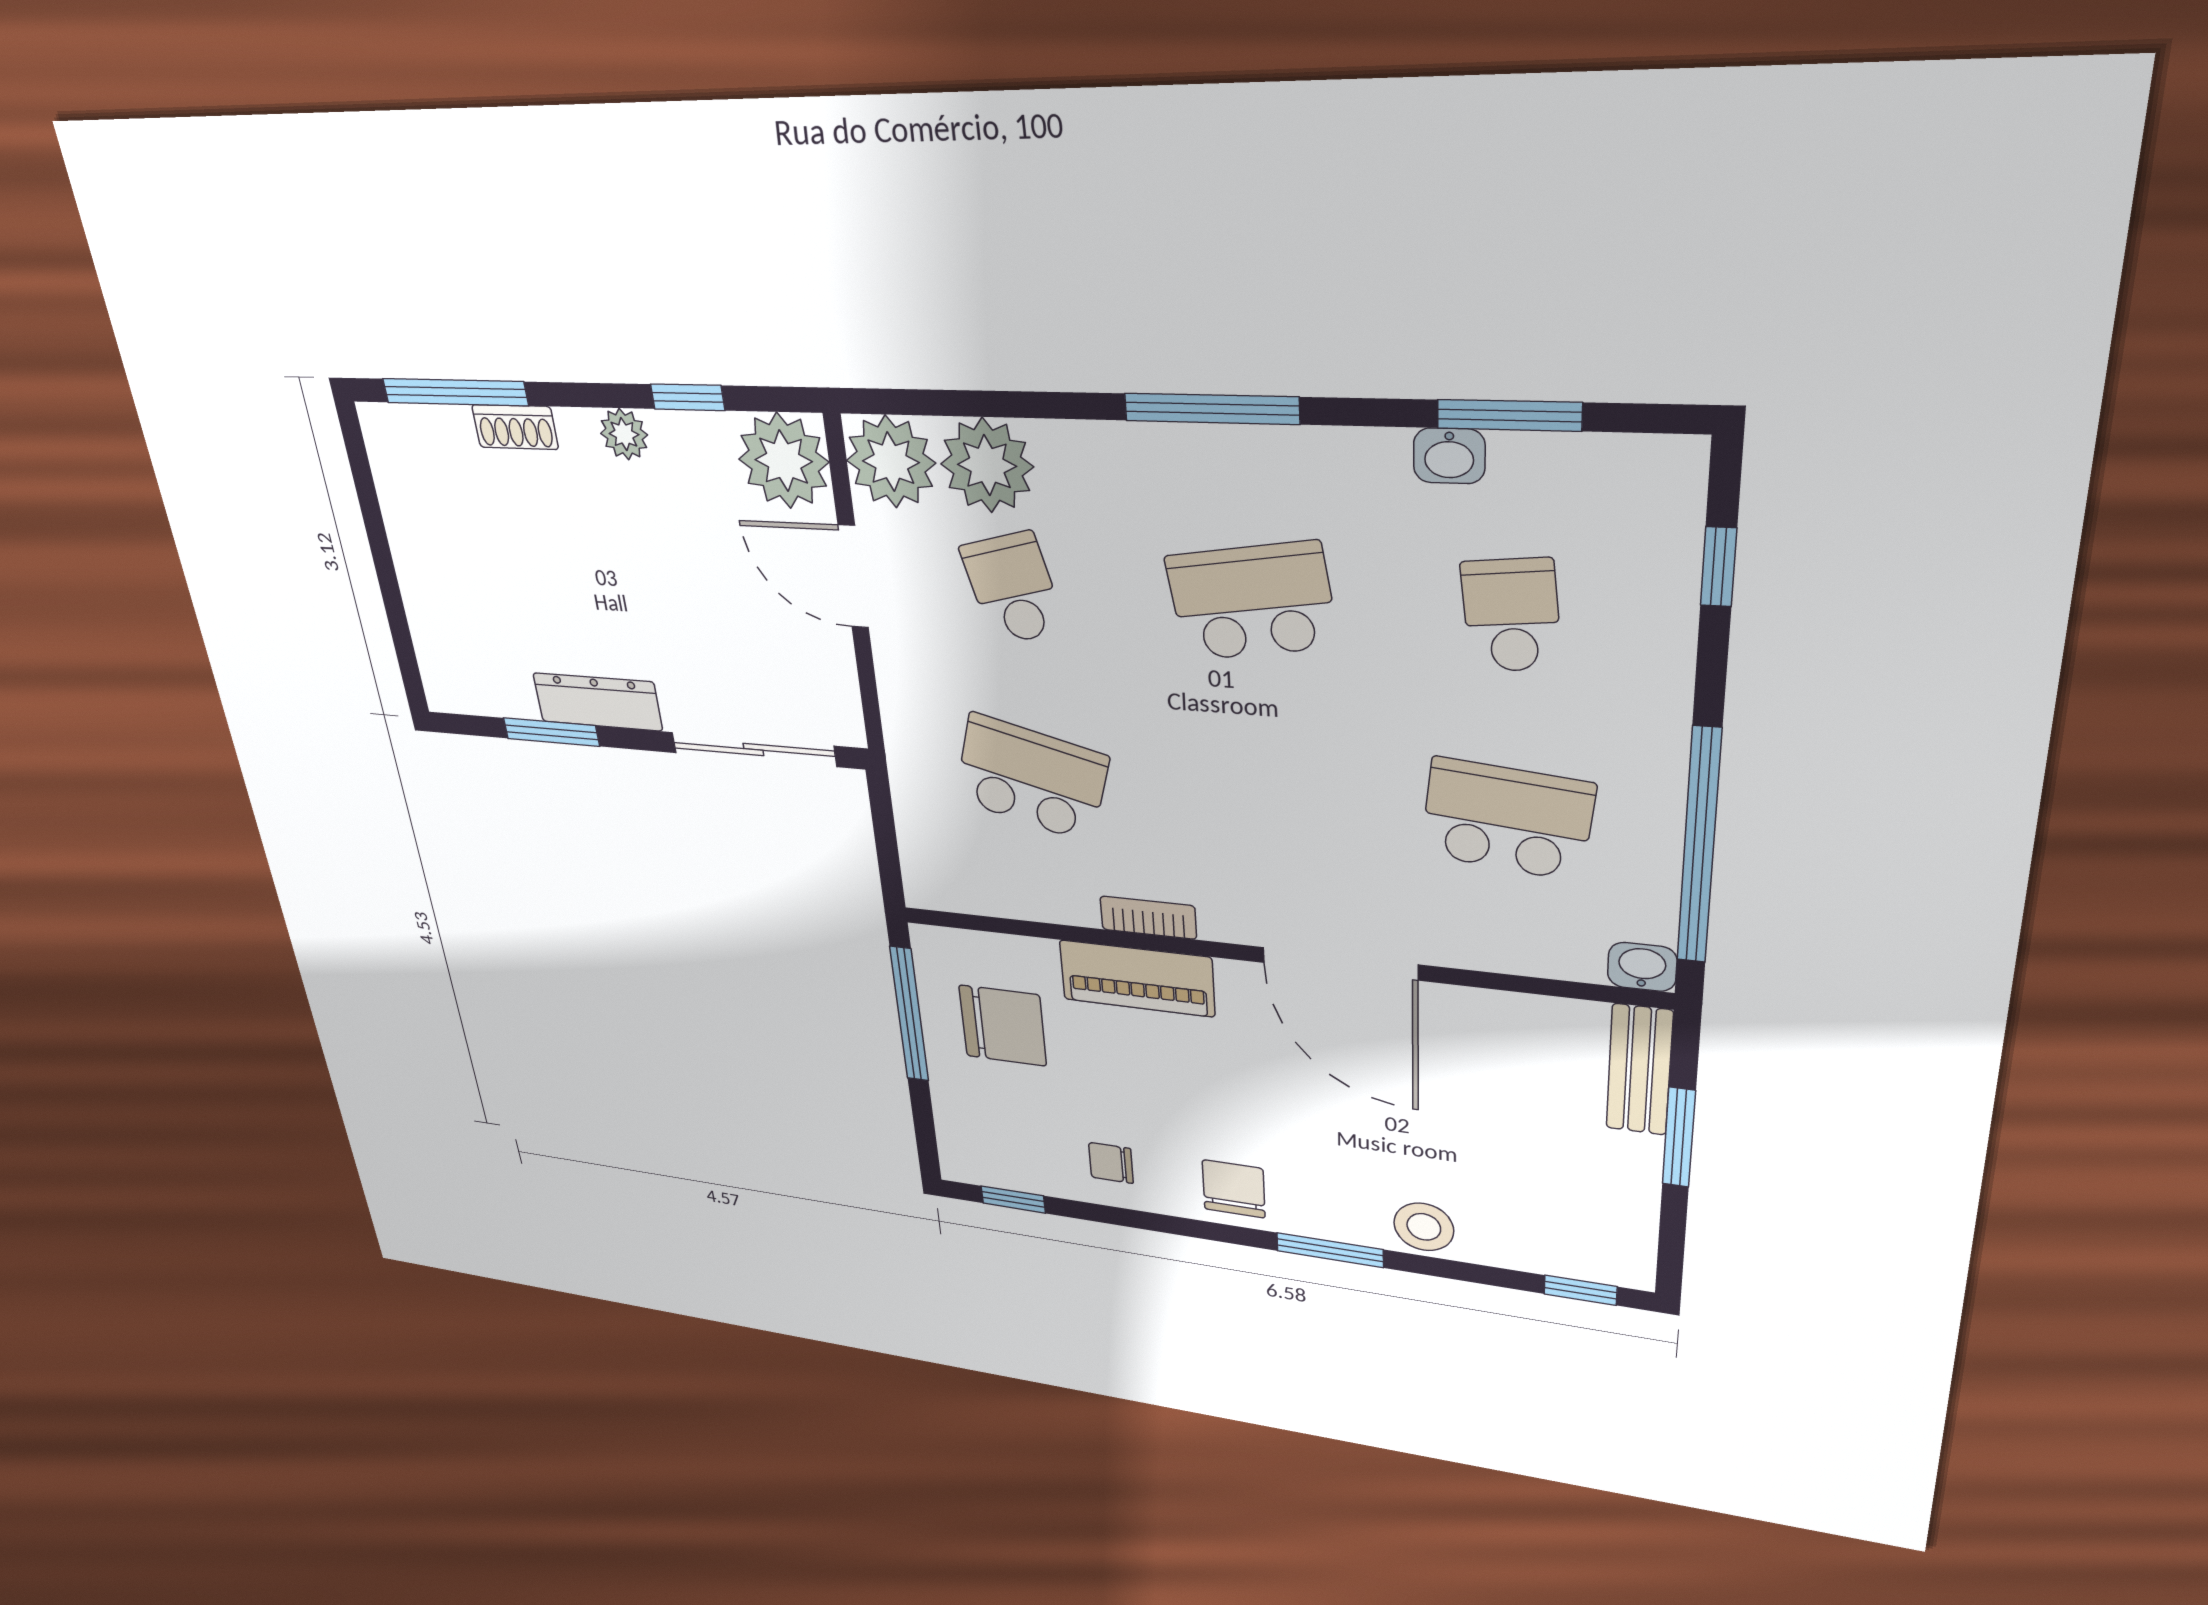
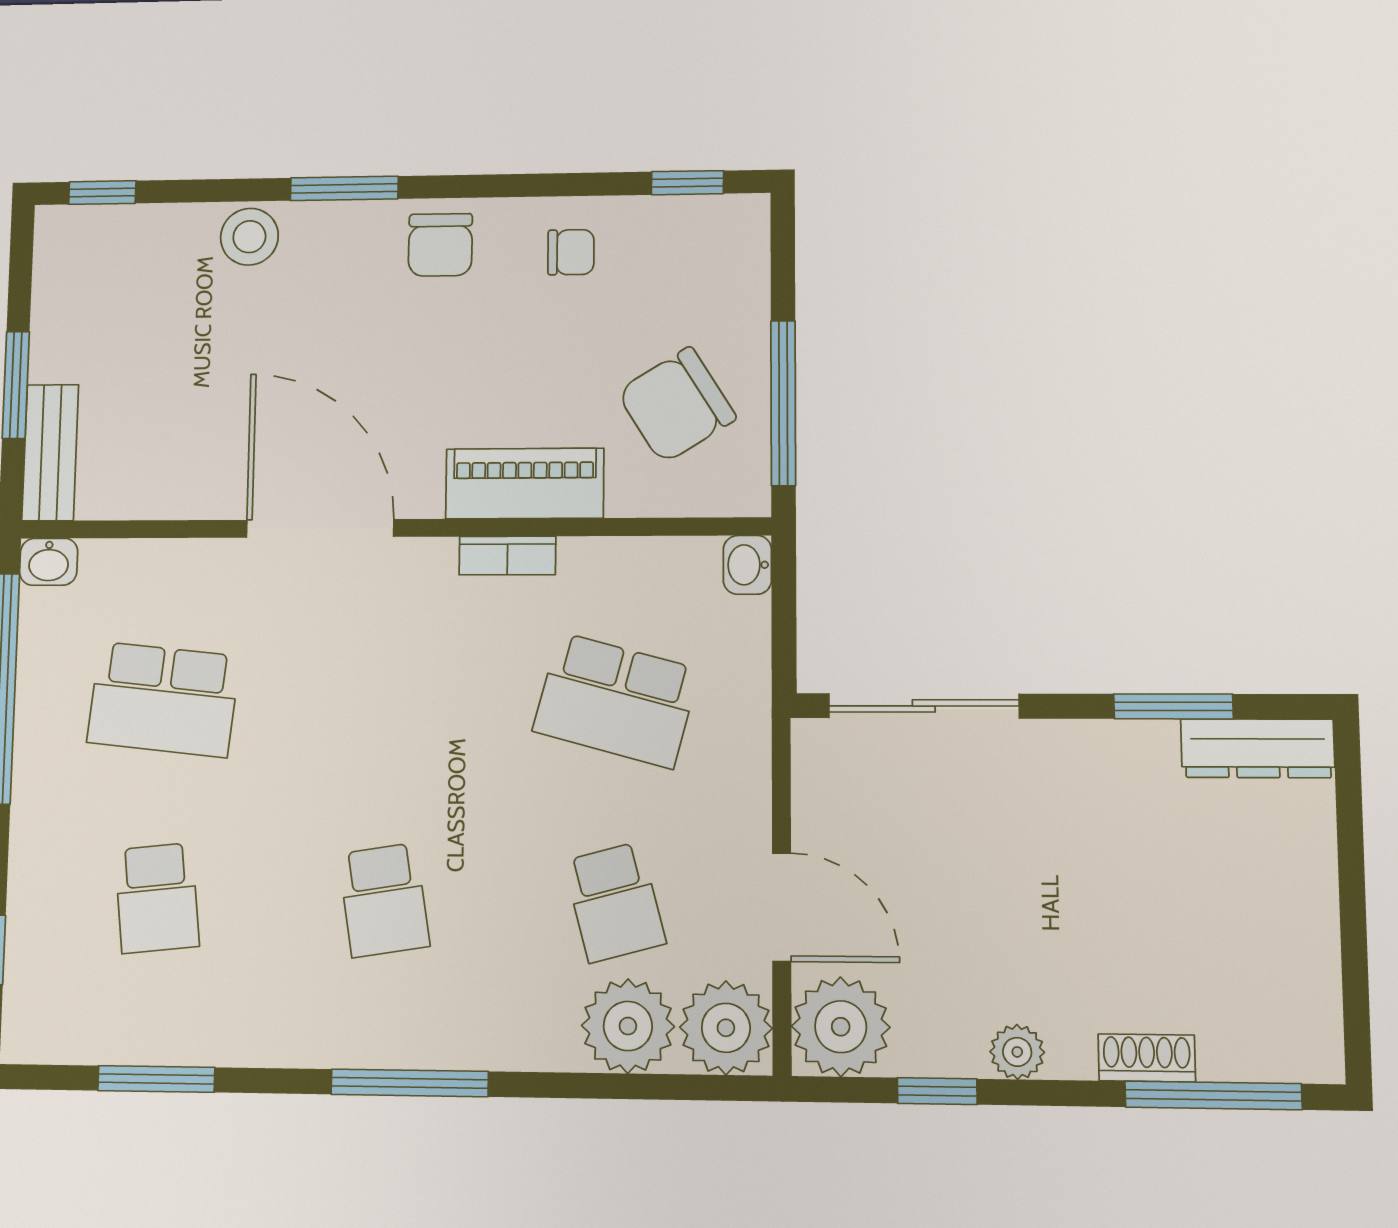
washbasin: (1449, 456) -> (747, 565), moved, turned -90
school desk: (1252, 601) -> (384, 900), width x0.54
dresser: (598, 702) -> (1258, 748), moved
chair: (1003, 1026) -> (676, 405), turned -32

